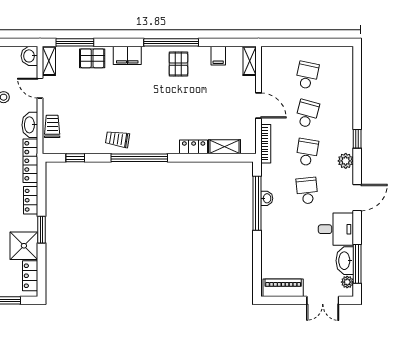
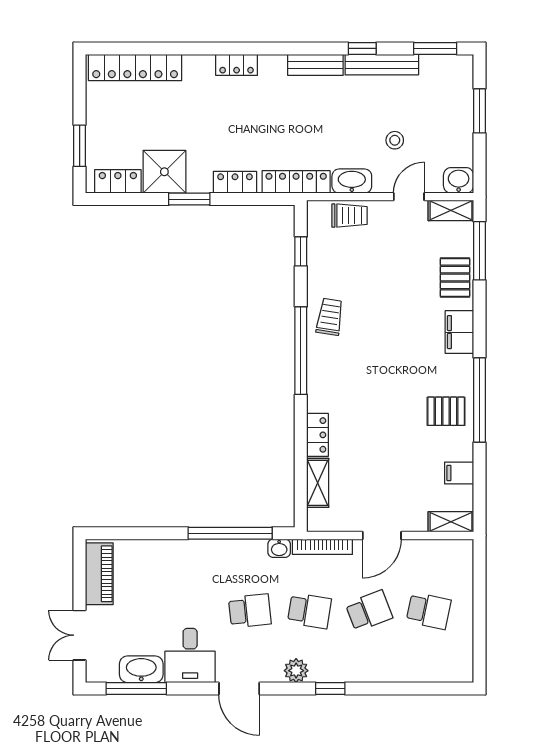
school desk: (307, 114) -> (369, 611), turned -36
washbasin: (267, 198) -> (279, 548), moved
plant: (347, 282) -> (108, 673), removed

